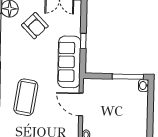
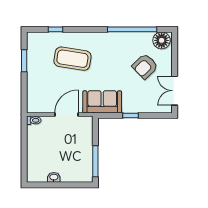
sofa: (69, 62) -> (102, 102), width x0.73
washbasin: (144, 85) -> (54, 177), moved

